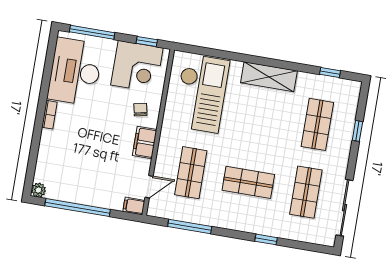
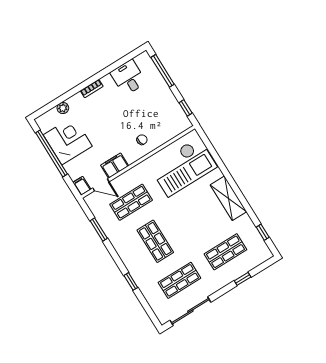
corner desk: (137, 66) -> (68, 140), moved, turned 180
desk: (75, 72) -> (128, 78), width x0.53, depth x0.77
filing cabinet: (145, 142) -> (115, 166), moved
plant: (38, 190) -> (63, 108), moved
window: (190, 227) -> (99, 230), width x0.69

